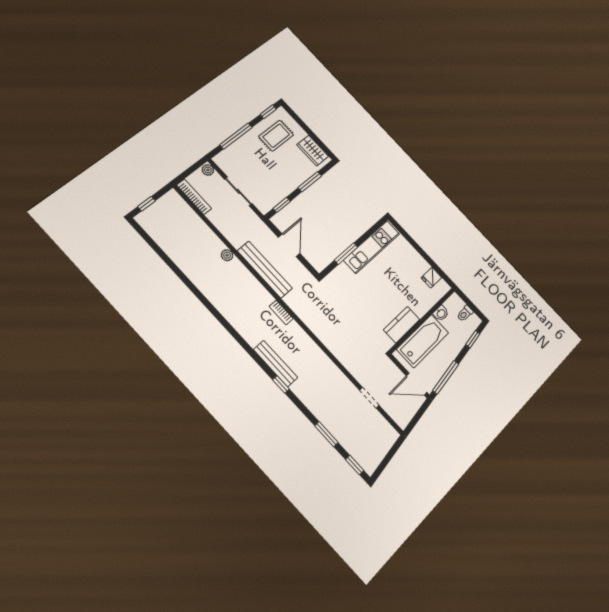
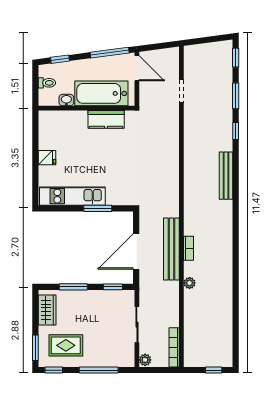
window: (296, 117) -> (35, 348), added
door: (289, 245) -> (136, 252), width x1.36
fridge: (431, 278) -> (47, 158), moved
bookcase: (281, 312) -> (188, 248), moved
window: (281, 384) -> (236, 131), moved

